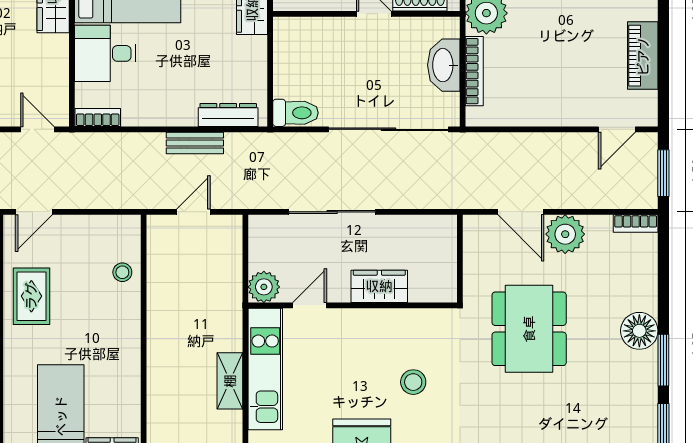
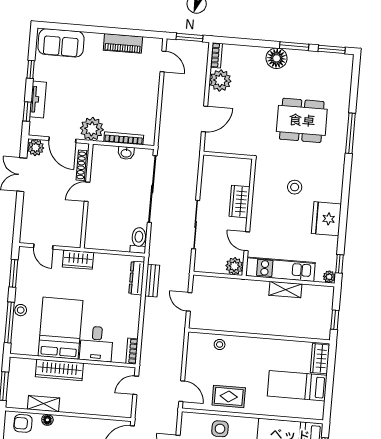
washbasin: (444, 65) -> (126, 153), width x0.52, depth x0.69
bench: (195, 143) -> (152, 281), moved
plant: (565, 234) -> (220, 80), moved
dining table: (529, 329) -> (302, 120), moved

